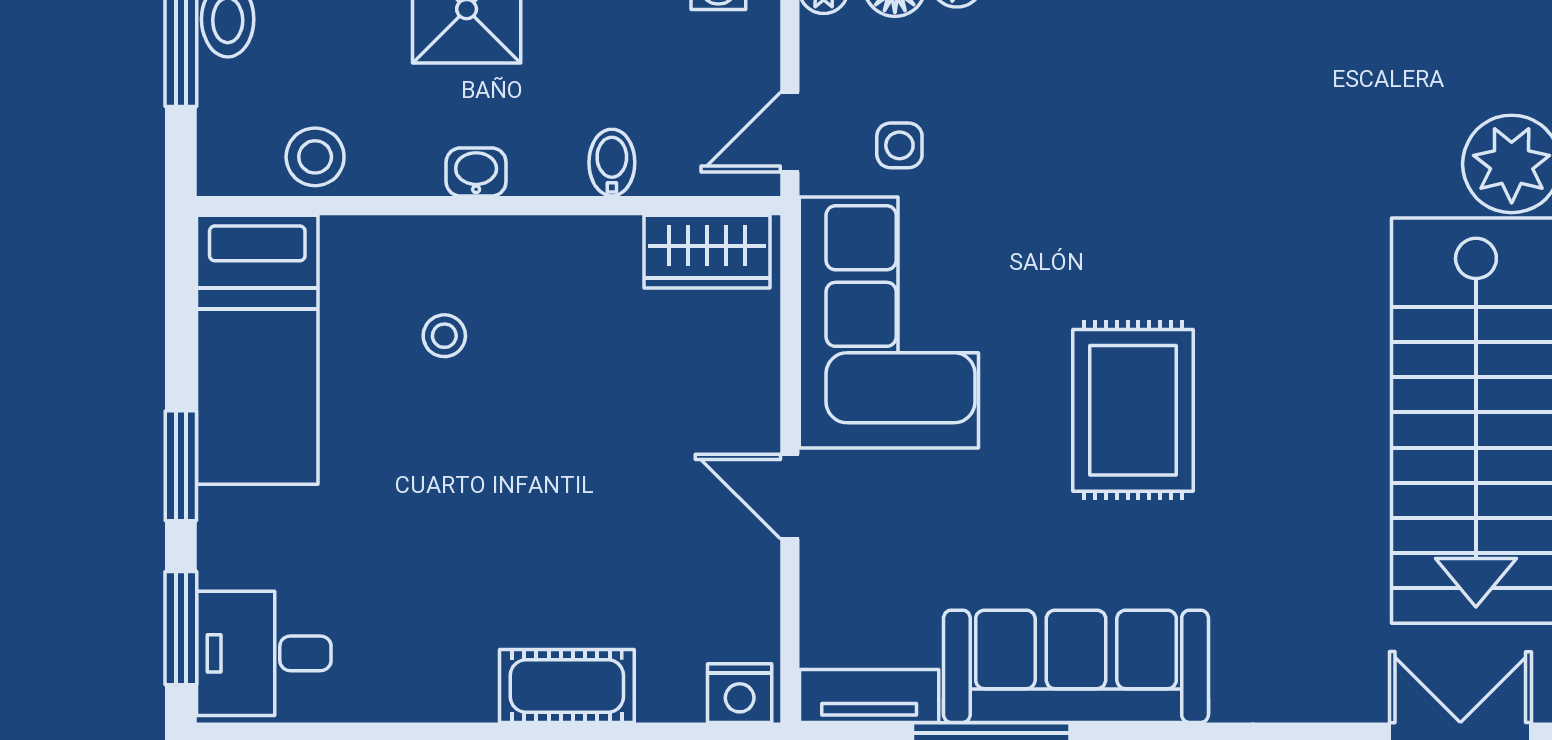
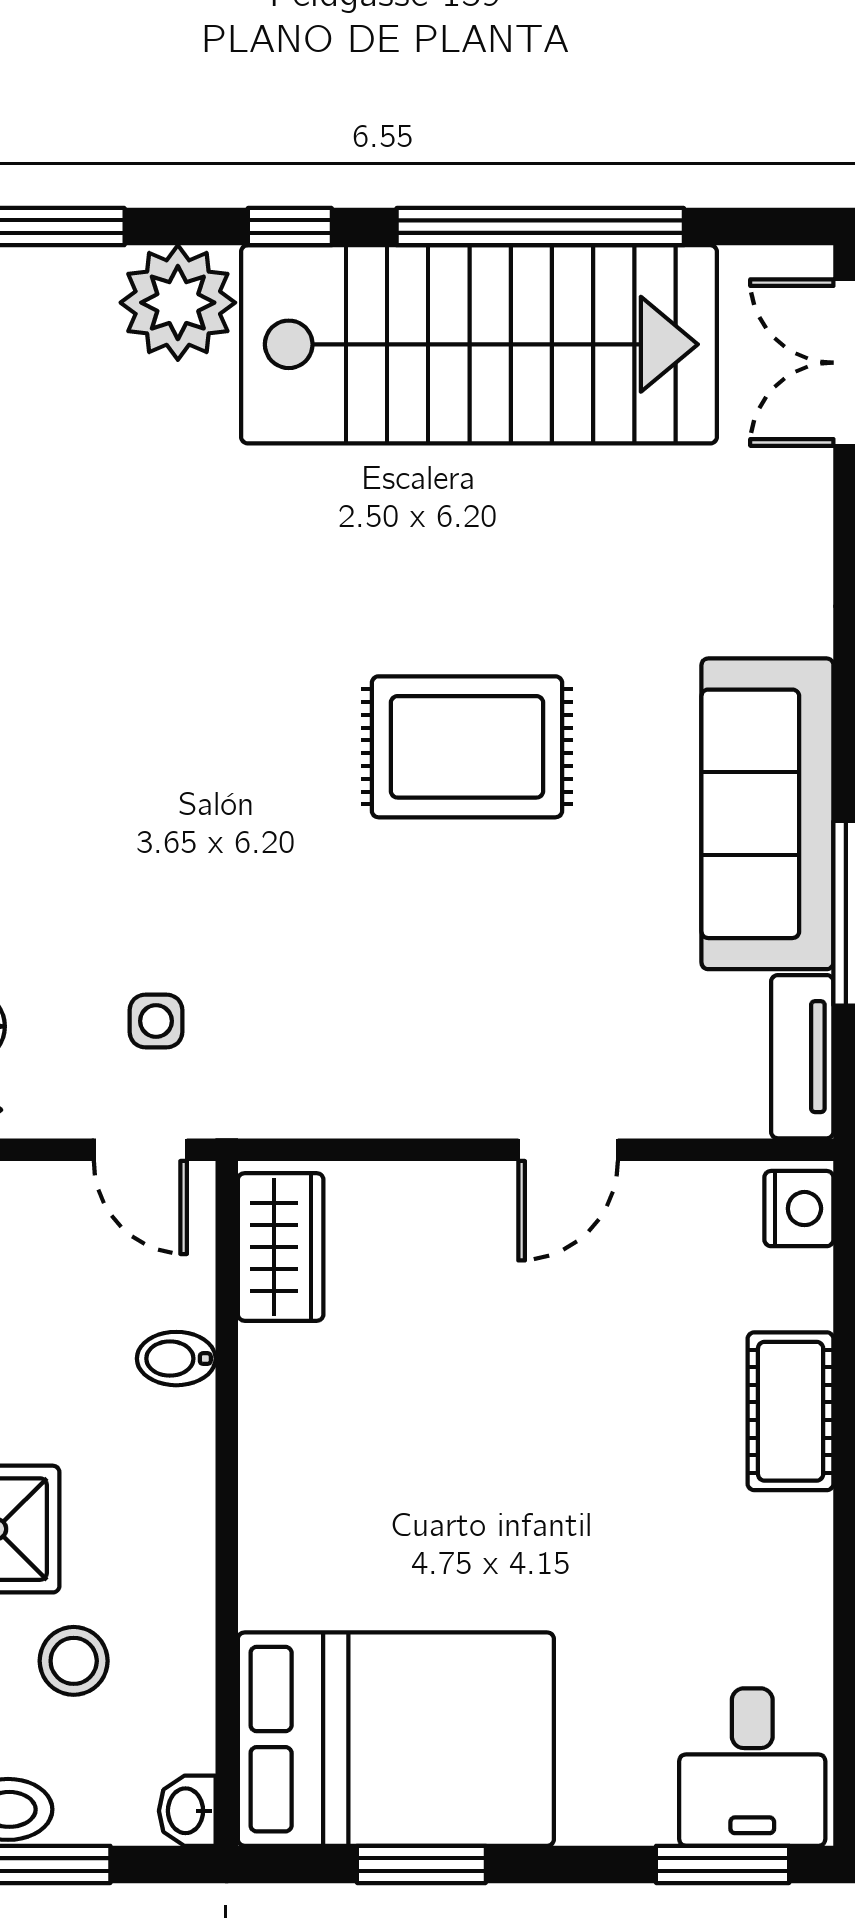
stool: (315, 157) -> (74, 1661), moved
washbasin: (476, 172) -> (187, 1811), moved
corner sofa: (889, 322) -> (364, 1033), removed
stool: (444, 336) -> (379, 1555), removed
bed: (257, 350) -> (396, 1739), width x1.50
window: (181, 466) -> (421, 1864), moved

